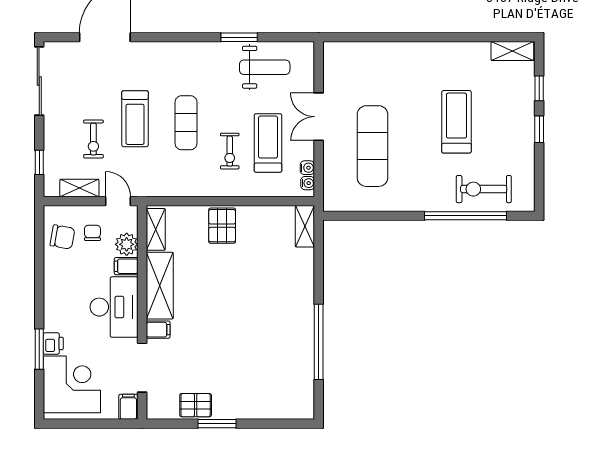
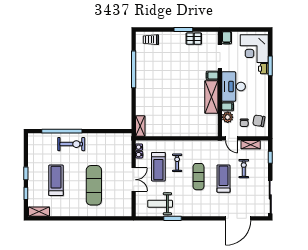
treadmill: (456, 122) -> (56, 180), moved, turned 180
exercise mat: (372, 146) -> (94, 185), moved
exercise bike: (484, 189) -> (71, 144), moved
pallet: (222, 226) -> (181, 126), removed
shelving: (156, 229) -> (213, 124), removed
trolley: (283, 403) -> (151, 40), added

